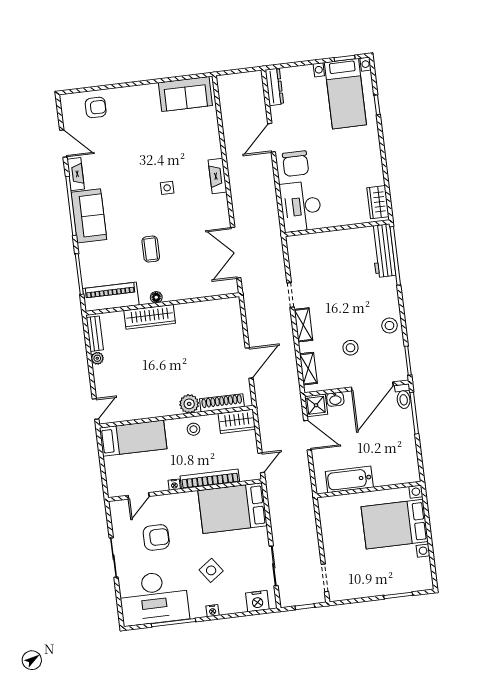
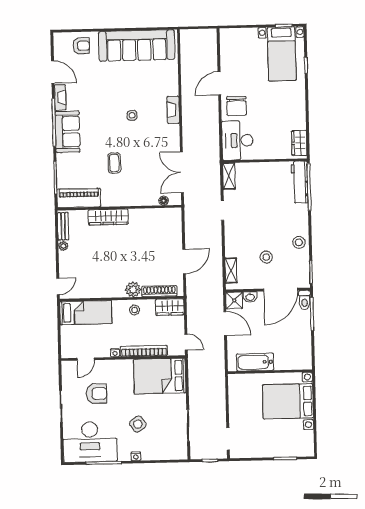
dresser: (274, 87) -> (225, 43), removed
sofa: (185, 94) -> (137, 45), width x1.85, depth x1.27
floor lamp: (156, 297) -> (163, 201), moved
shelving: (303, 325) -> (229, 176), moved
door: (261, 463) -> (186, 342), hinge flipped
nightstand: (257, 601) -> (172, 452), removed

